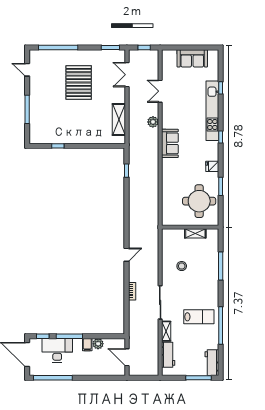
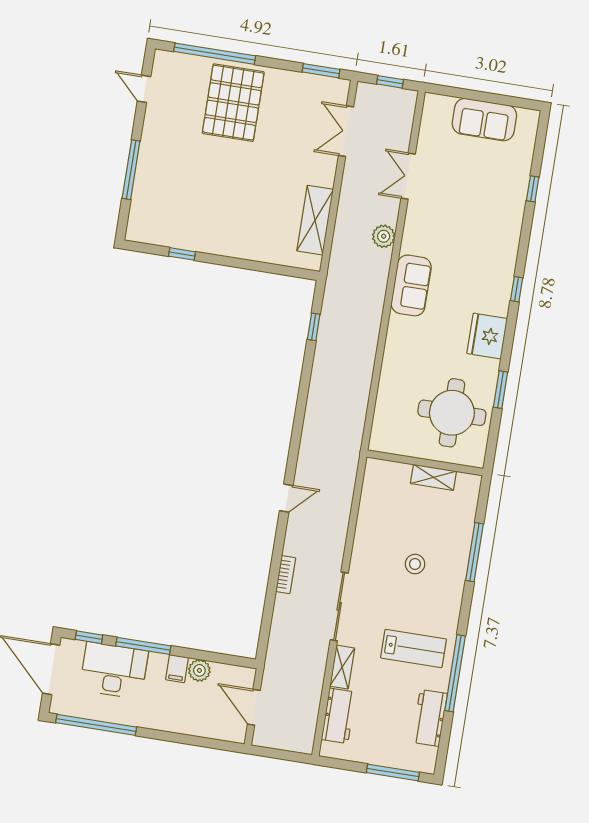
pallet: (79, 83) -> (233, 103), moved
kitchen unit: (212, 111) -> (508, 233), removed
fridge: (212, 166) -> (487, 336), width x1.88, depth x1.34
stool: (182, 266) -> (415, 564), moved
workbench: (212, 363) -> (430, 718), moved

